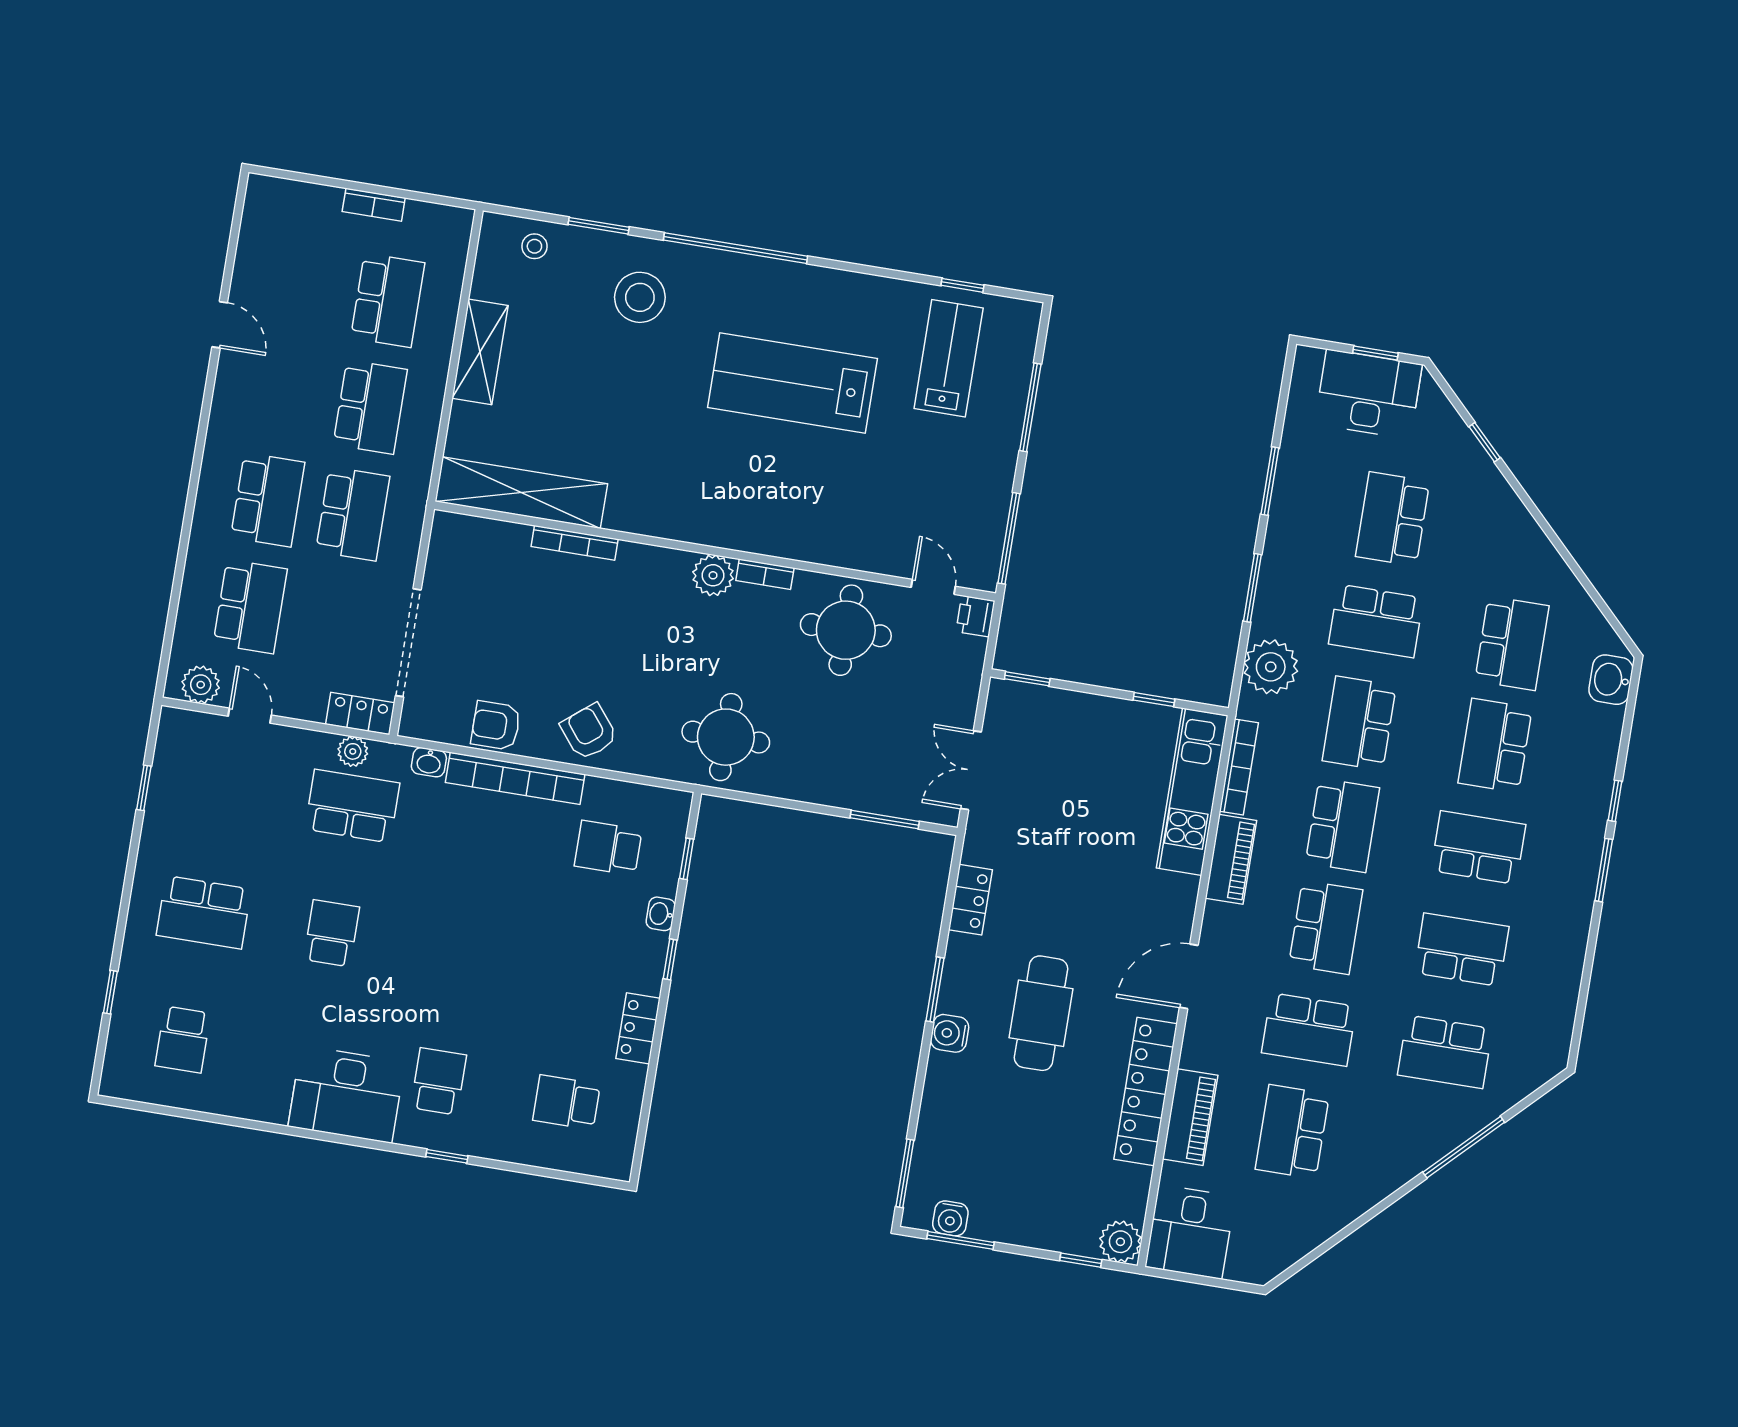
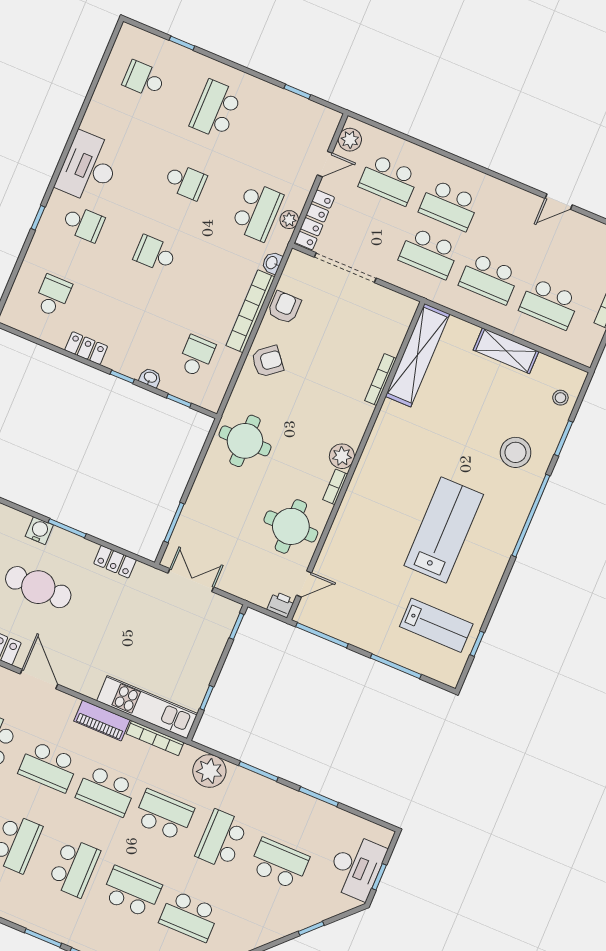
locker: (360, 713) -> (314, 220), width x1.53
school desk: (459, 954) -> (155, 254), added

